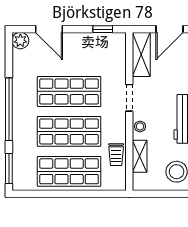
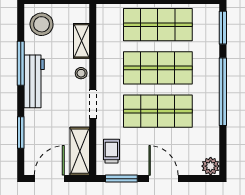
door: (49, 29) -> (163, 179), moved
window: (103, 29) -> (121, 179), width x1.50
trolley: (116, 155) -> (111, 151), moved

